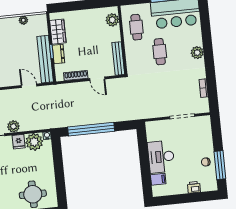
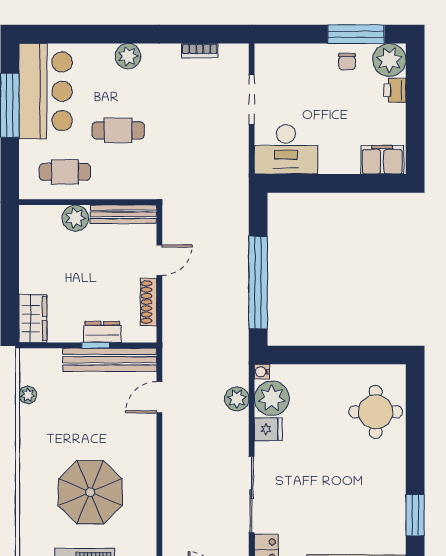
plant: (112, 20) -> (75, 218), moved
wardrobe: (58, 32) -> (33, 319), moved, turned 90
plant: (13, 126) -> (237, 399), moved
desk: (161, 157) -> (286, 149), moved
filing cabinet: (158, 179) -> (382, 160), width x2.00
plant: (209, 183) -> (389, 60), added

